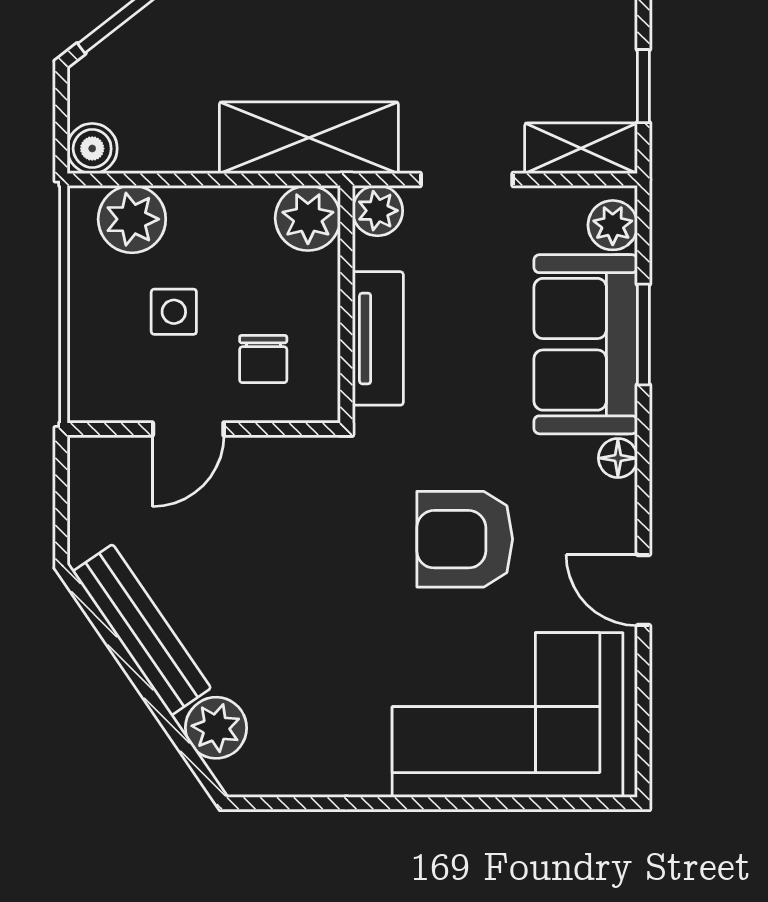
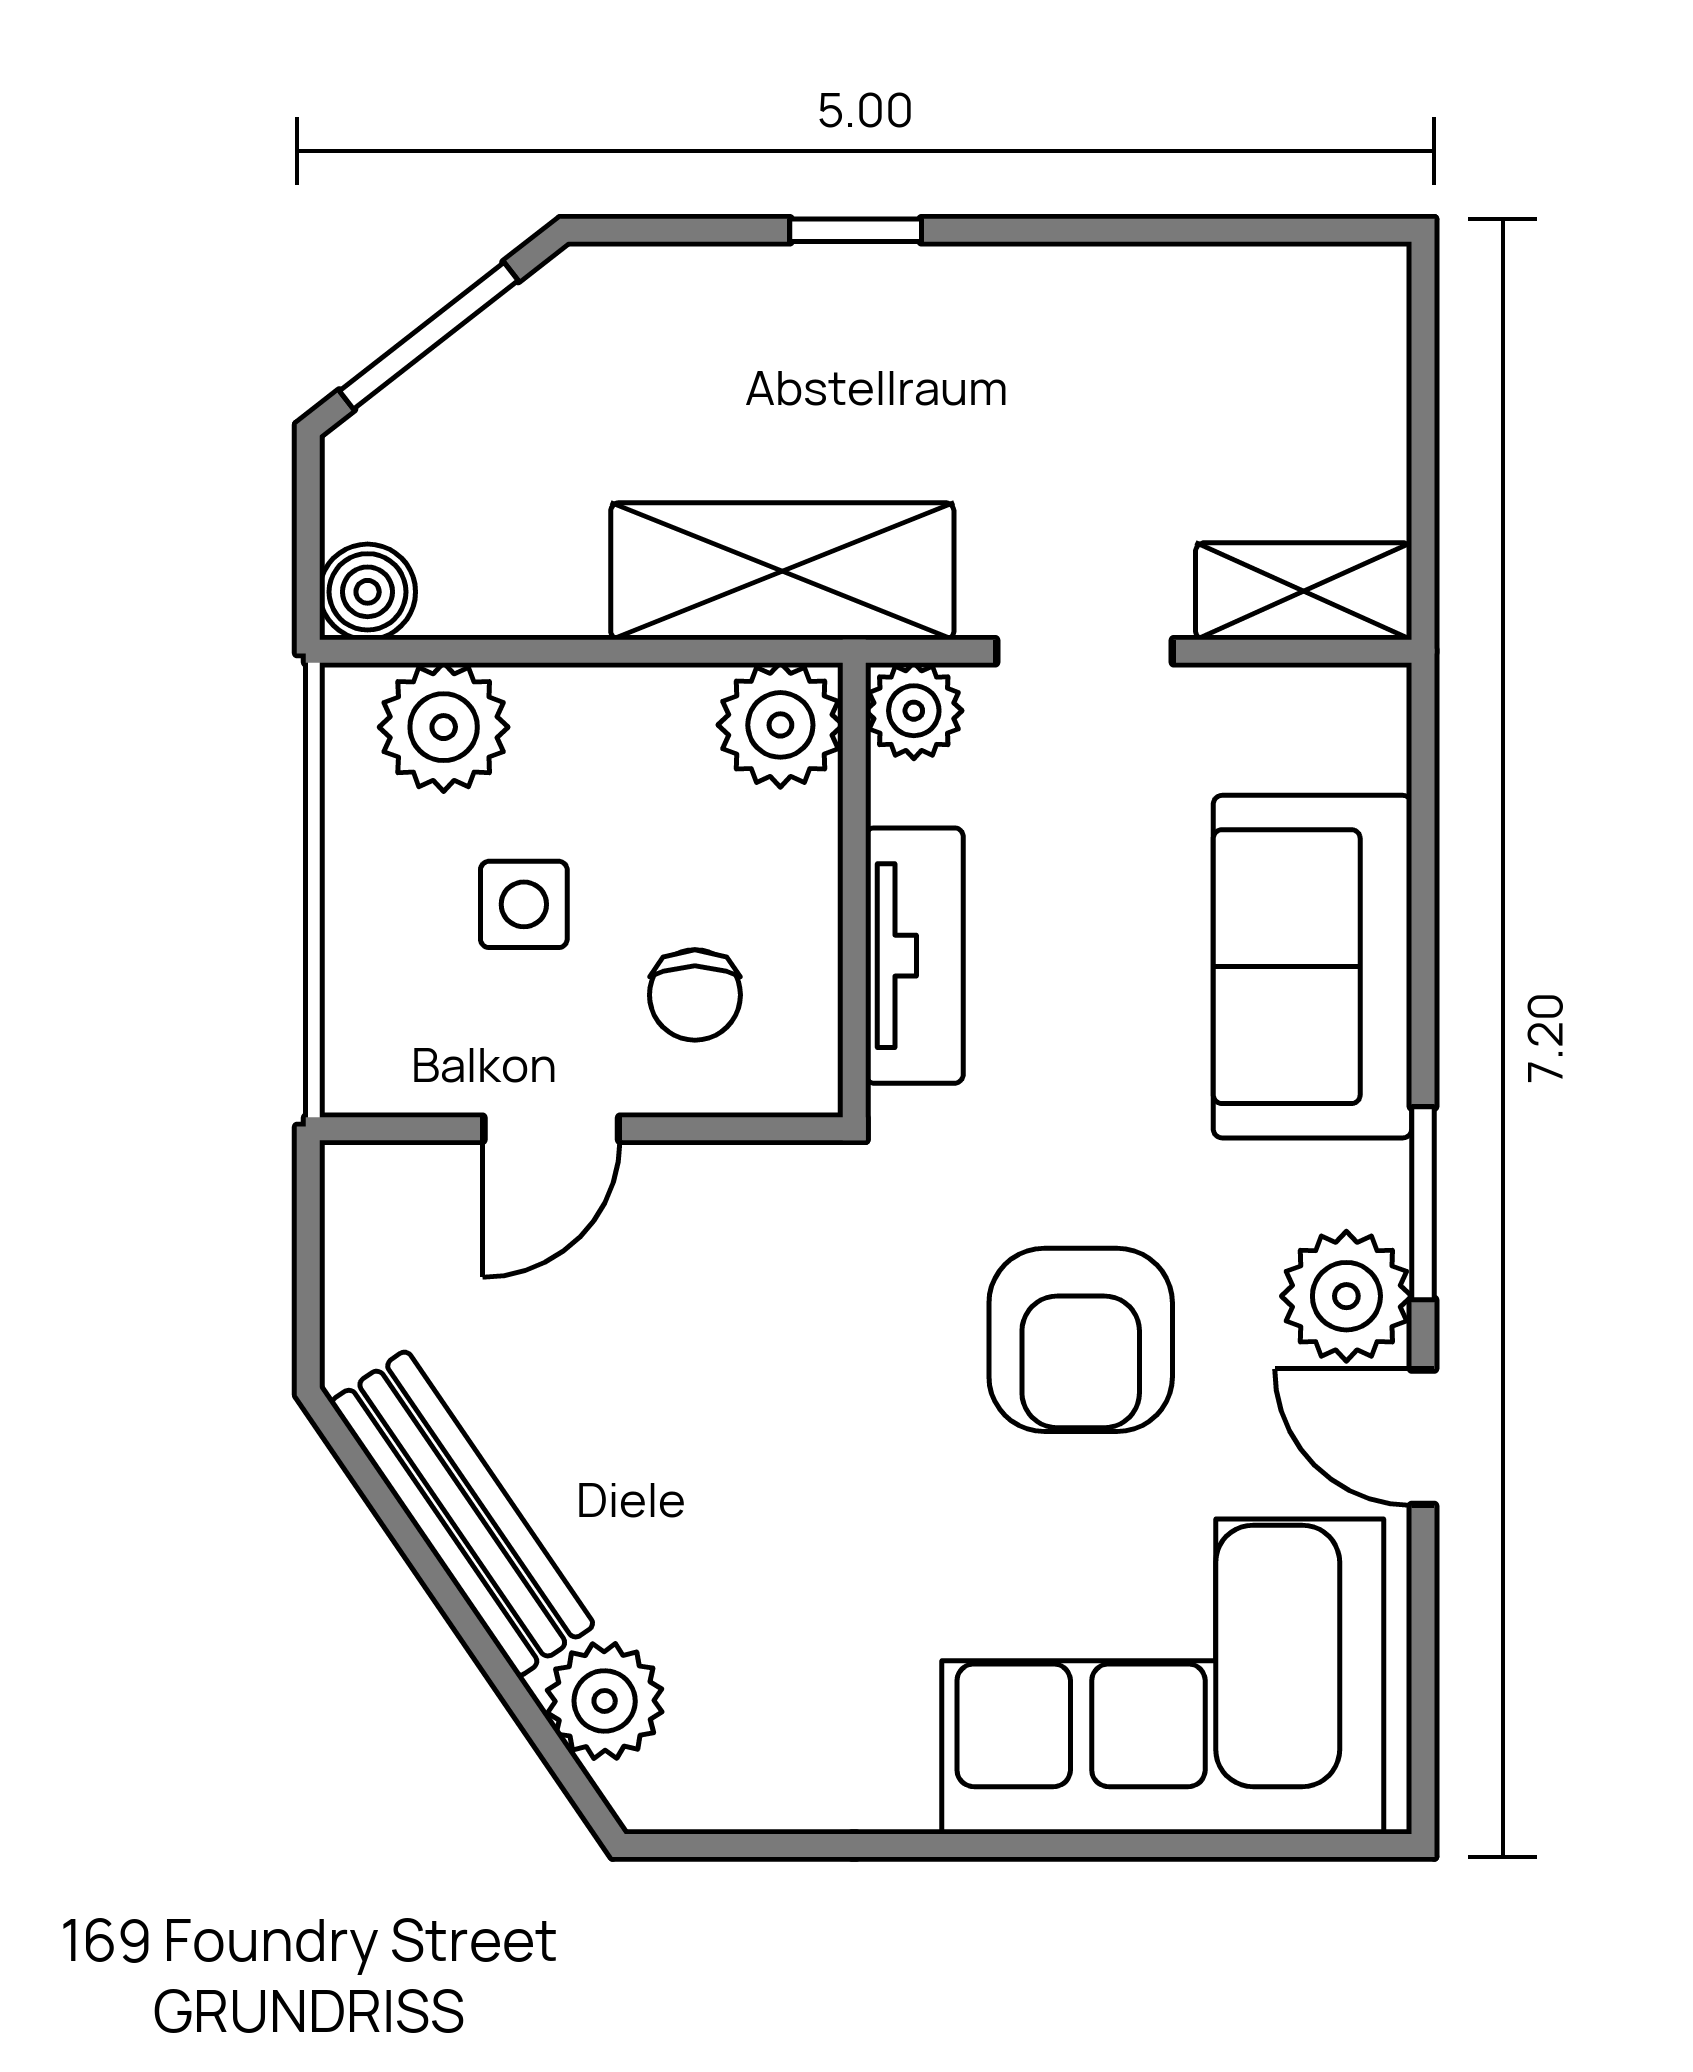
window: (643, 86) -> (1423, 472), removed
plant: (613, 225) -> (1346, 1296), moved, width x1.38, depth x1.38
window: (643, 335) -> (1423, 1203), moved
floor lamp: (618, 458) -> (1374, 1185), removed
armchair: (465, 539) -> (1081, 1340), turned -90

